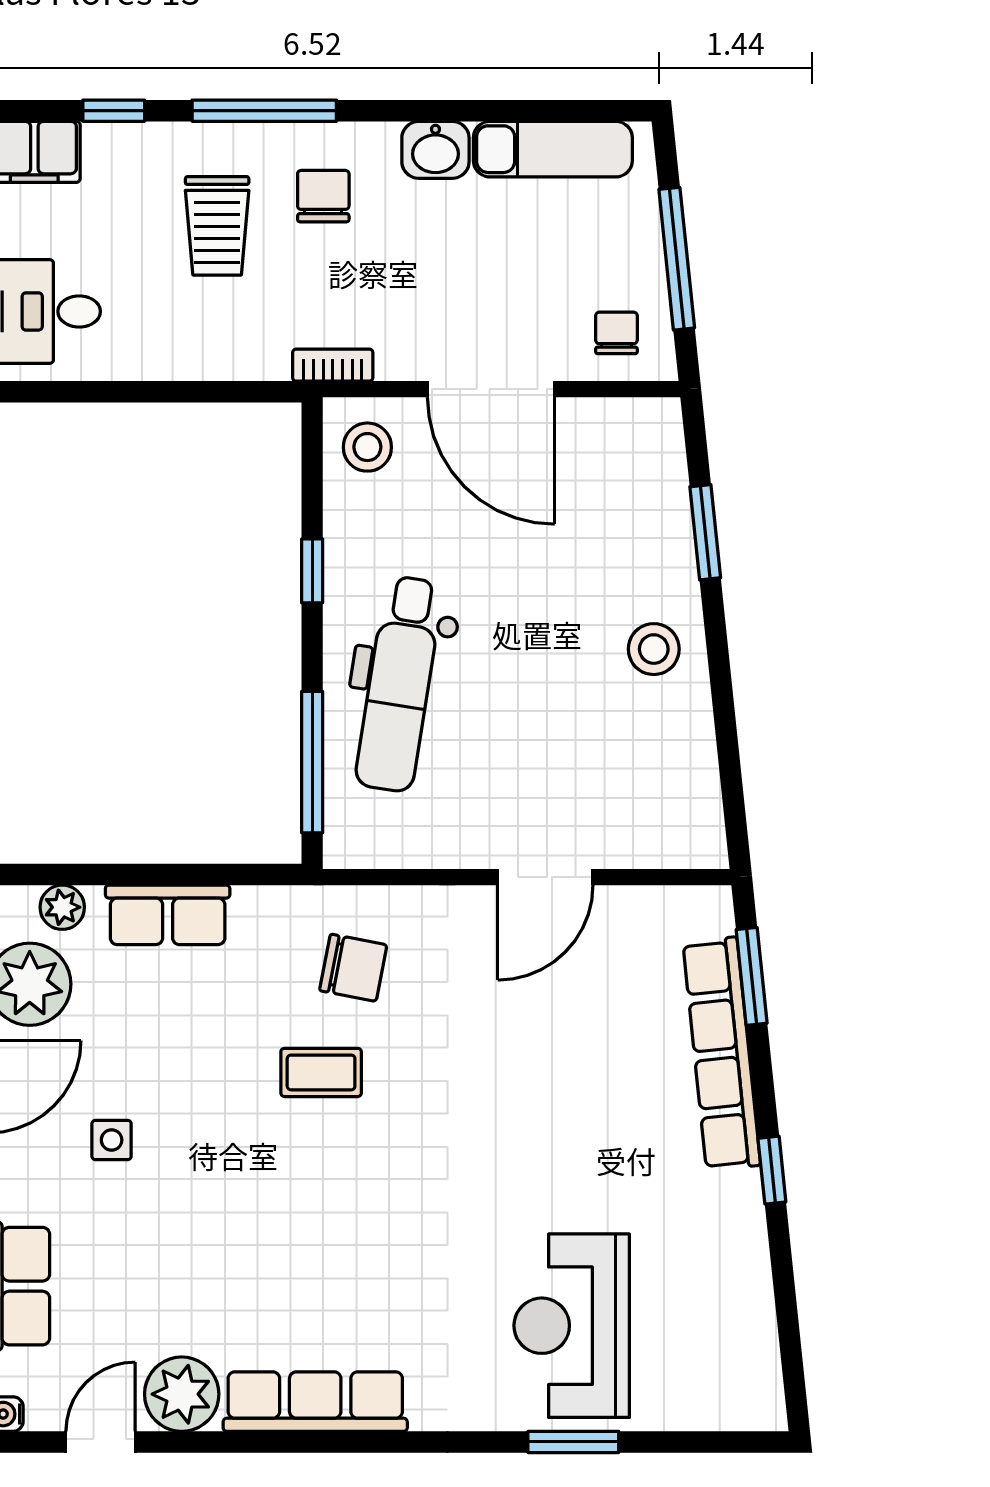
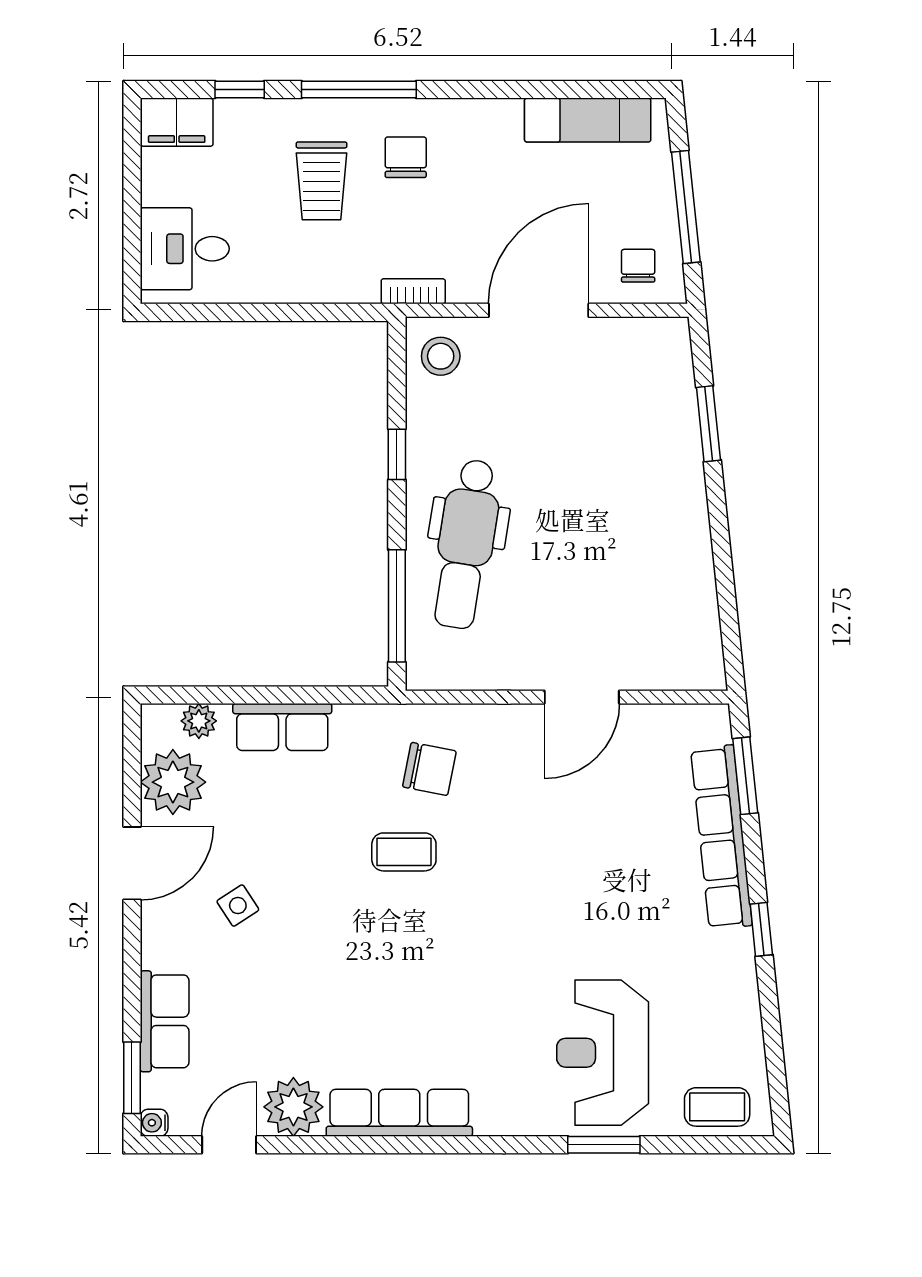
washbasin: (435, 150) -> (495, 121), removed
door: (491, 389) -> (539, 310), swing flipped
stool: (654, 649) -> (668, 516), removed
side table: (112, 1140) -> (238, 905), turned -33
coffee table: (716, 1394) -> (717, 1107), added

